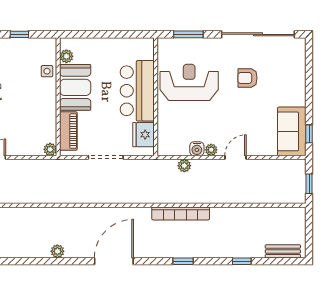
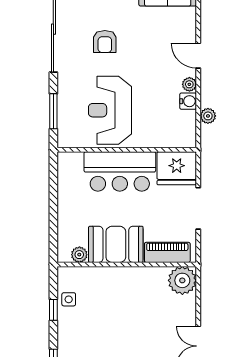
side table: (47, 71) -> (69, 299), moved
fridge: (143, 135) -> (177, 168), width x1.36, depth x1.34
plant: (50, 149) -> (182, 280), width x1.88, depth x1.88

